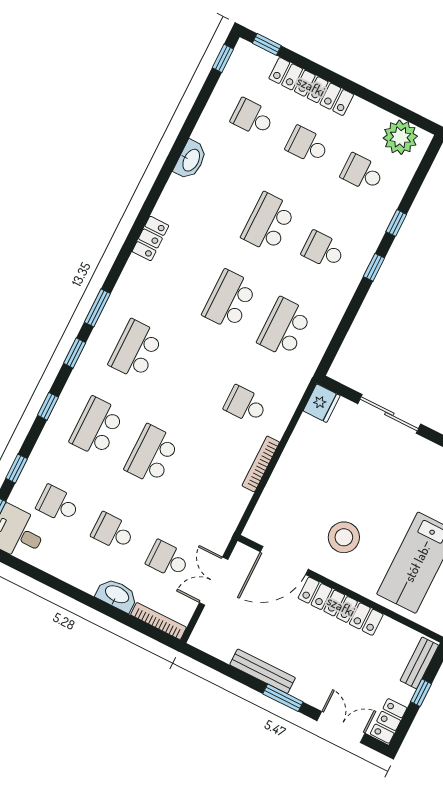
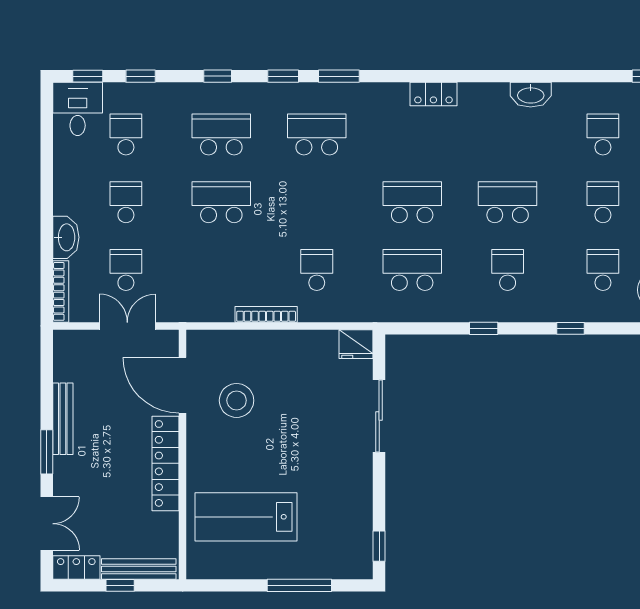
window: (374, 267) -> (484, 328), moved
stool: (344, 537) -> (237, 400), moved
bench: (419, 663) -> (139, 569), width x1.36

